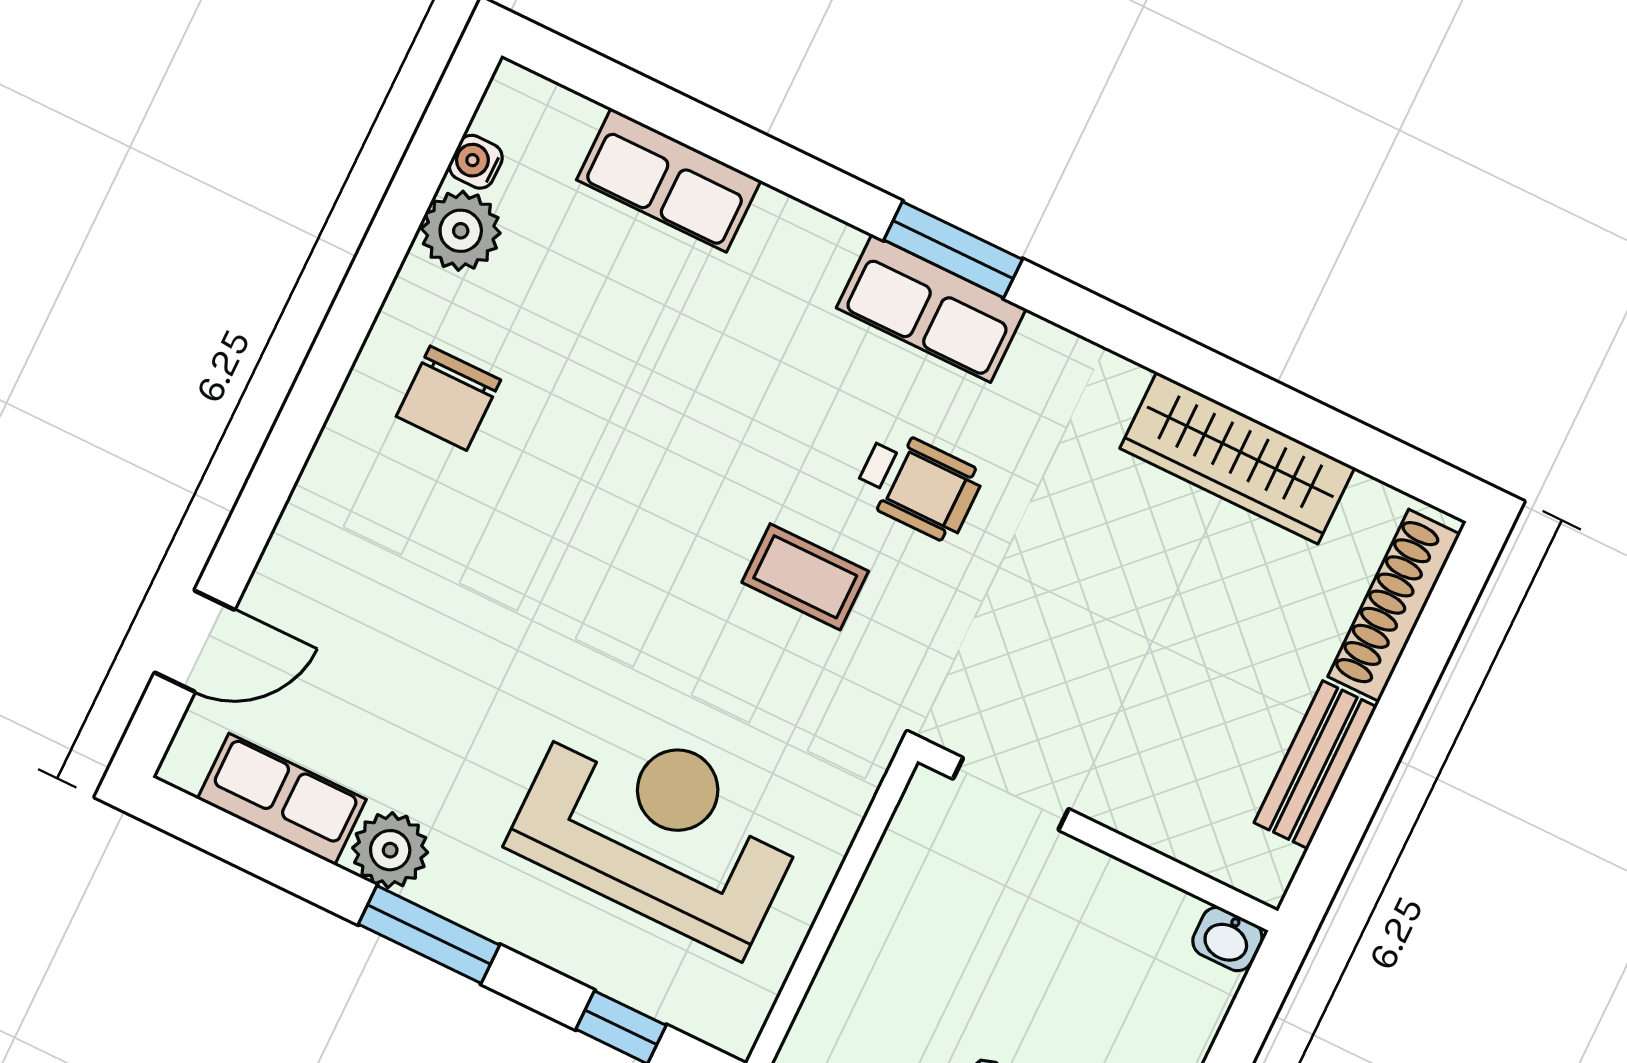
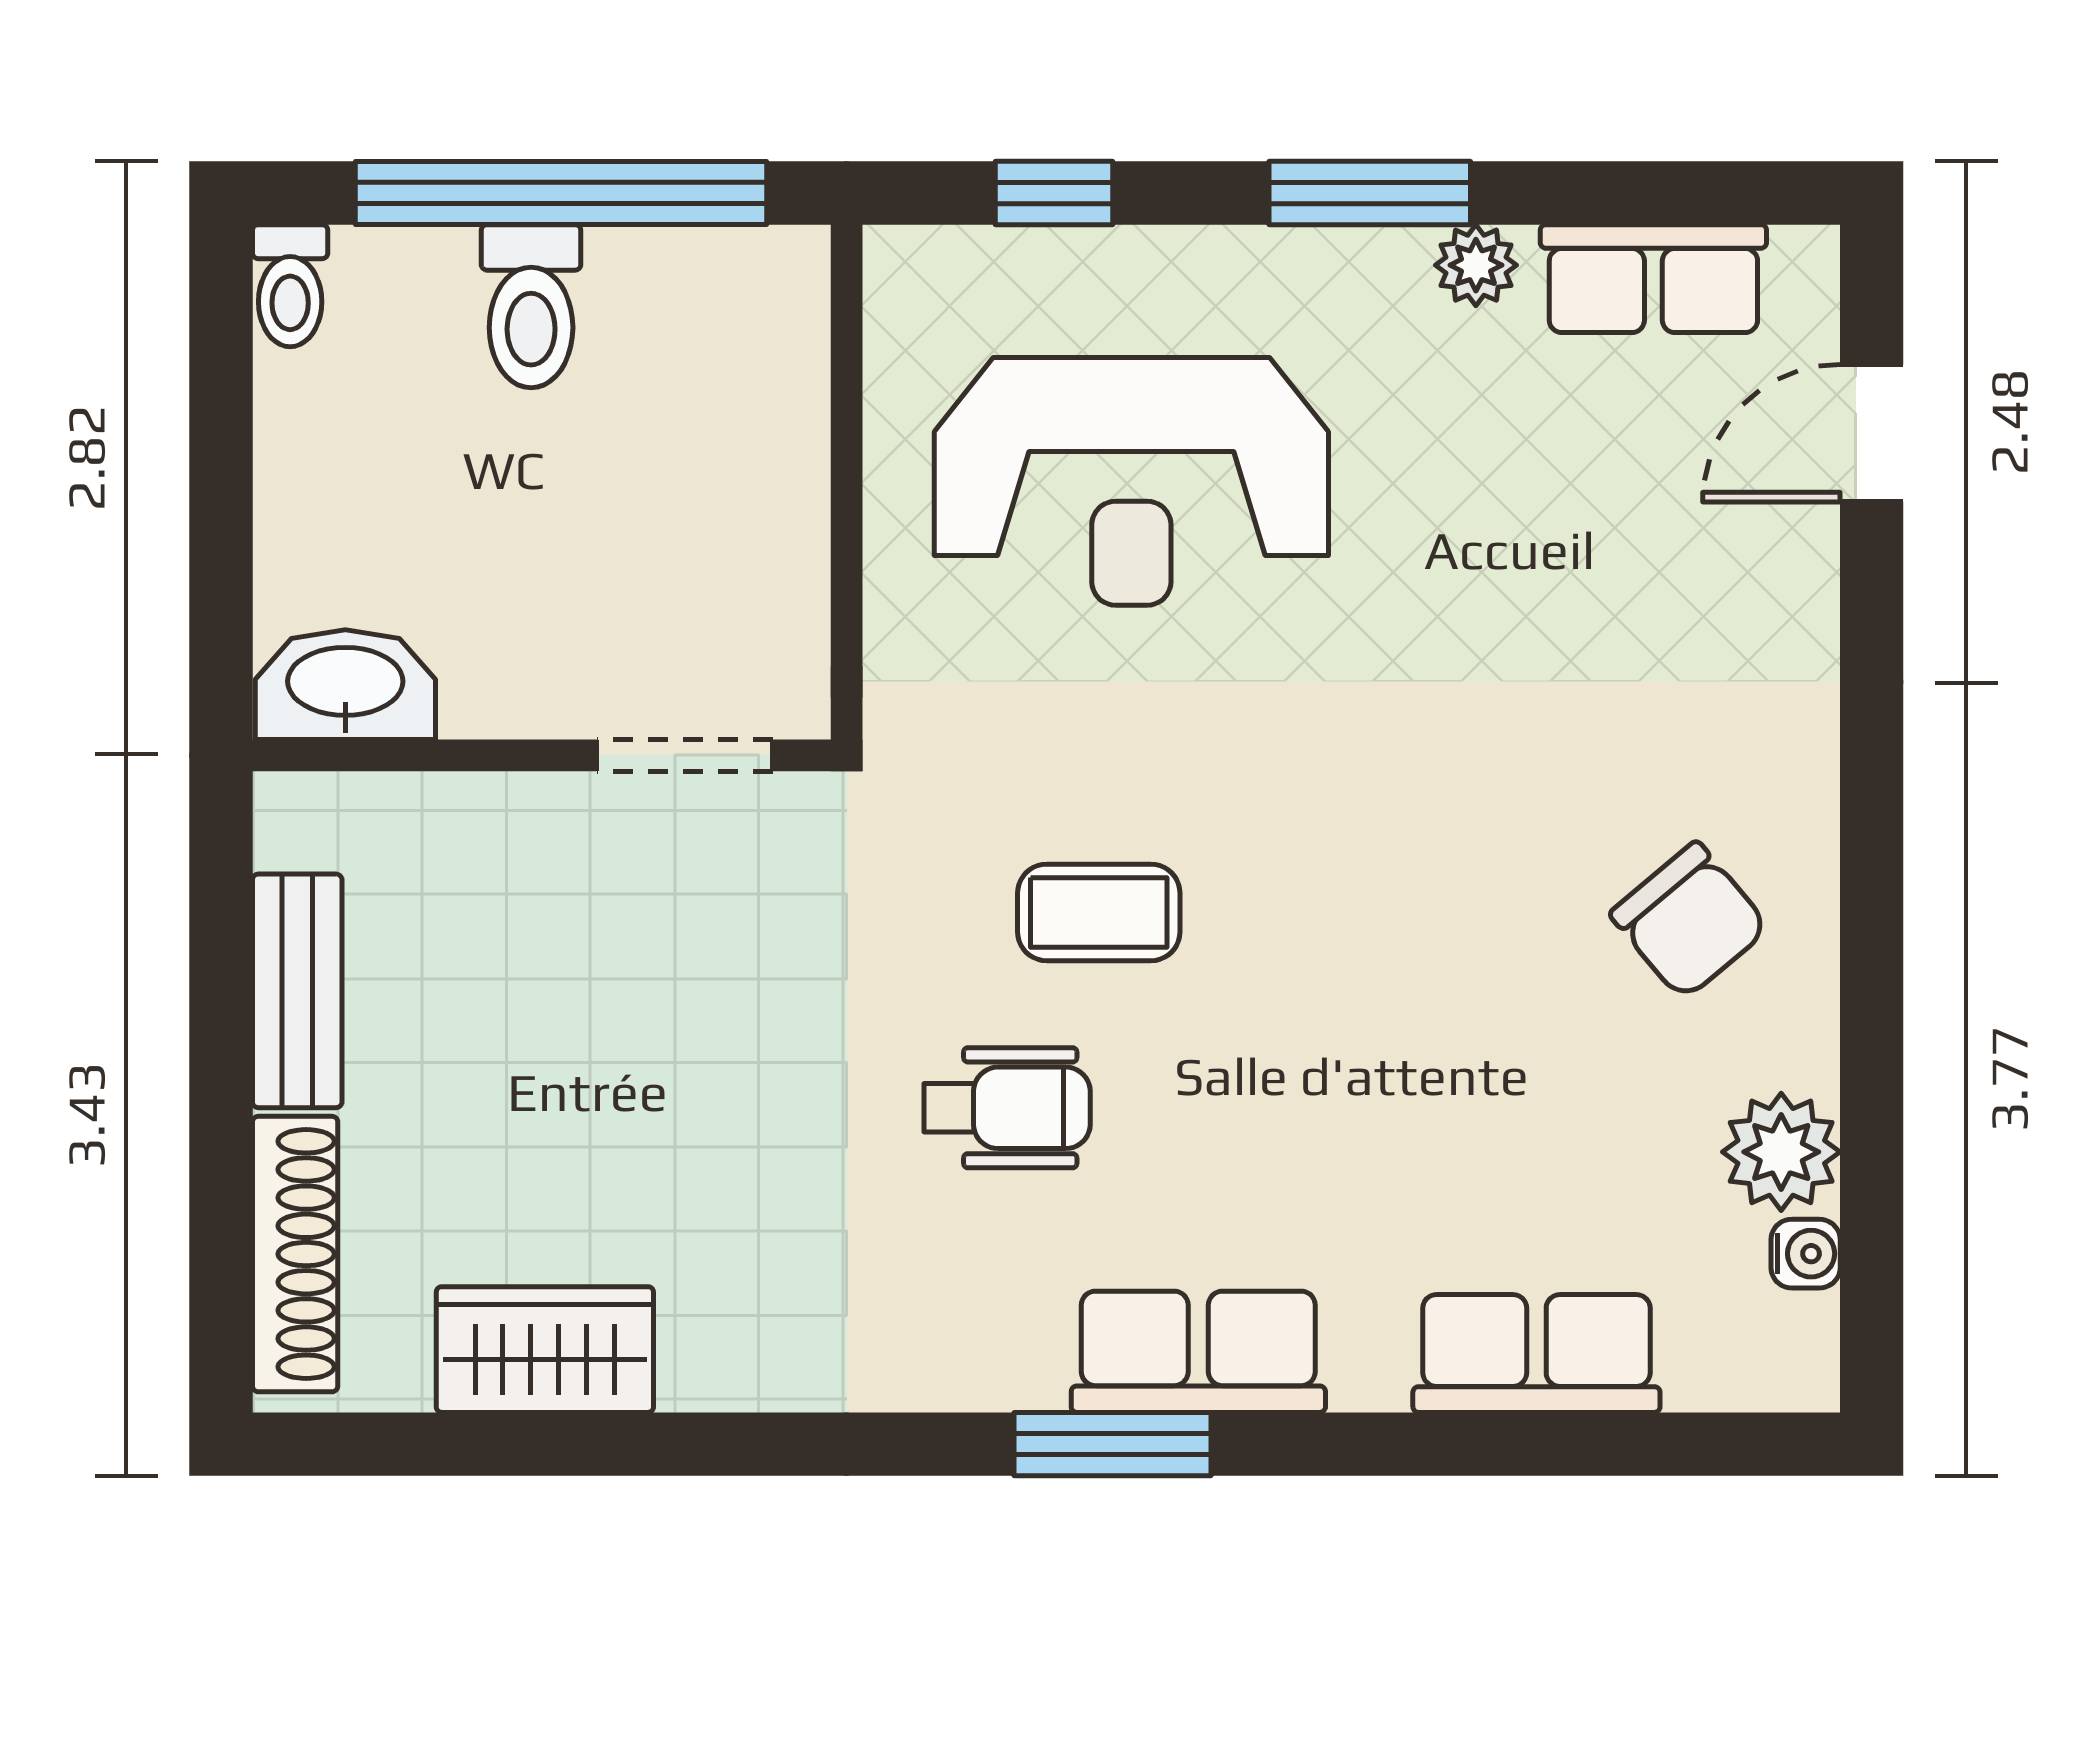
row of seats: (931, 308) -> (1198, 1352), moved
chair: (448, 398) -> (1690, 921), turned 140
wardrobe: (1237, 458) -> (545, 1350), width x0.67
wheelchair: (918, 485) -> (1007, 1108), turned 180
plant: (390, 850) -> (1476, 265), width x0.73, depth x0.73
washbasin: (1227, 939) -> (345, 685), width x1.91, depth x1.45

